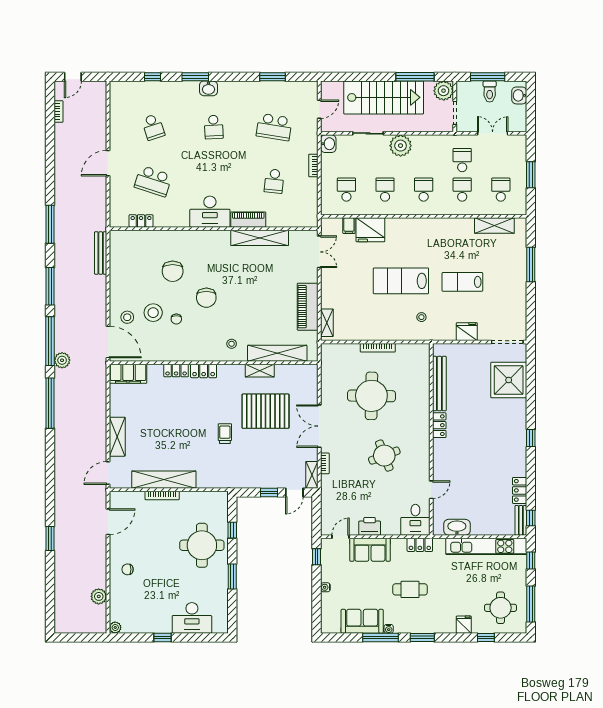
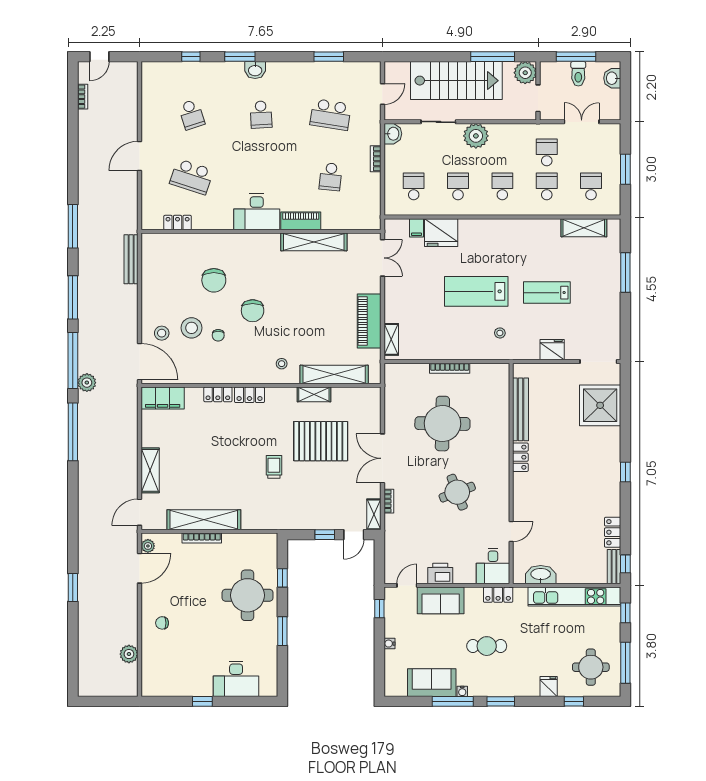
plant: (115, 627) -> (148, 546), moved

